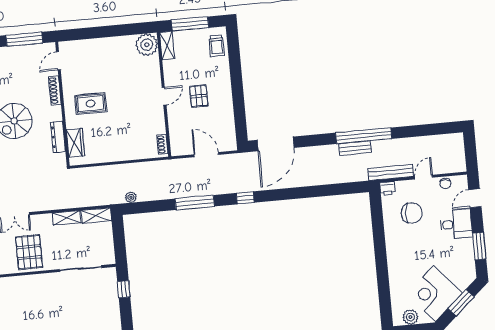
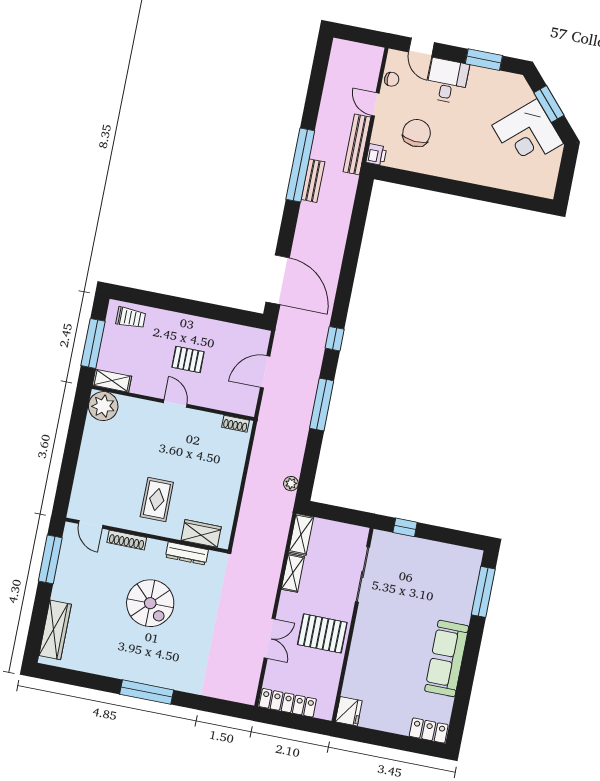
plant: (410, 317) -> (548, 174), removed

